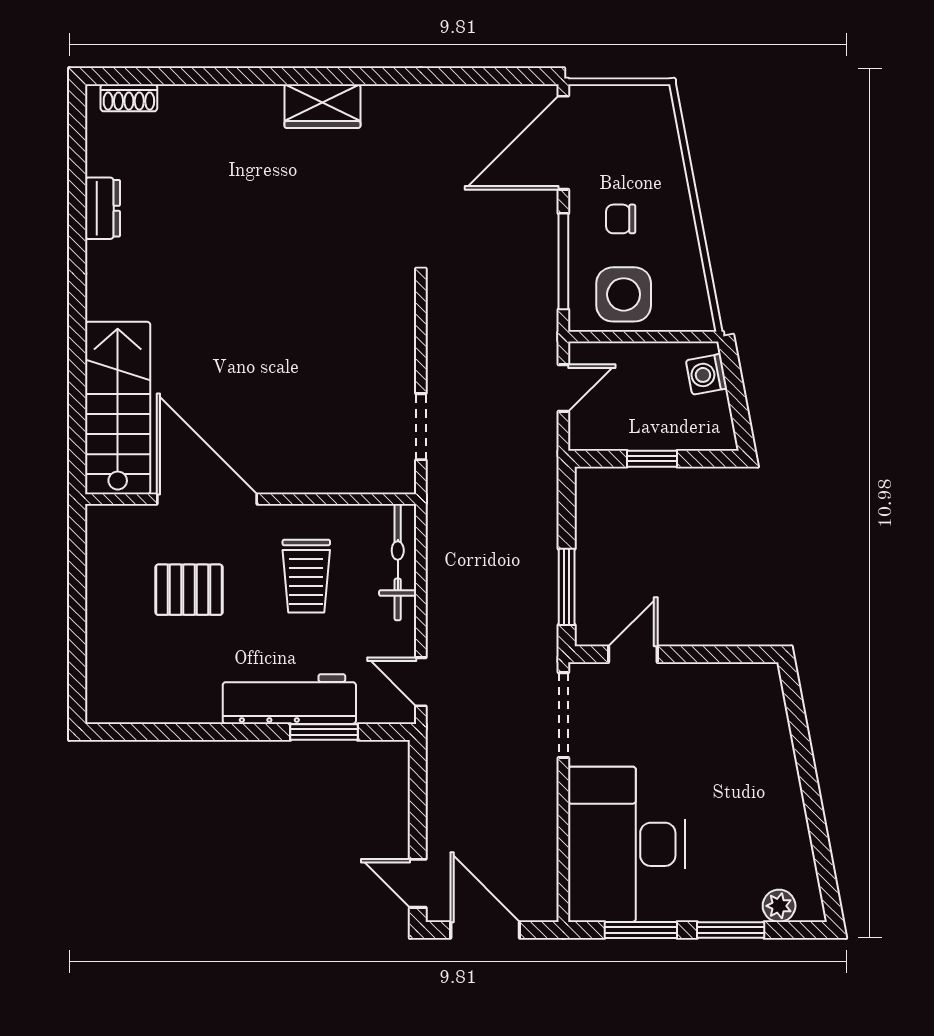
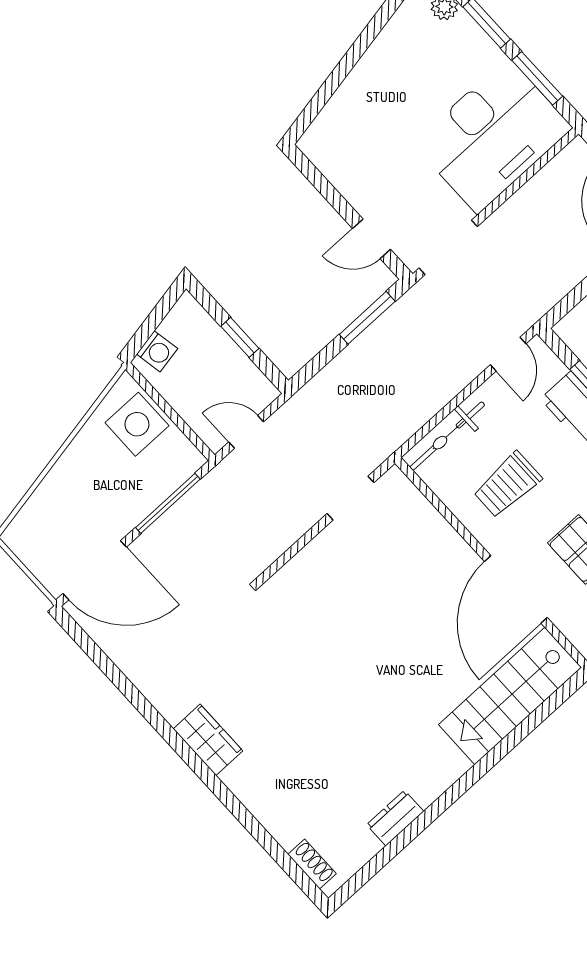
chair: (621, 219) -> (109, 492), removed
side table: (624, 294) -> (137, 424), moved
trolley: (306, 576) -> (507, 485), turned 180

